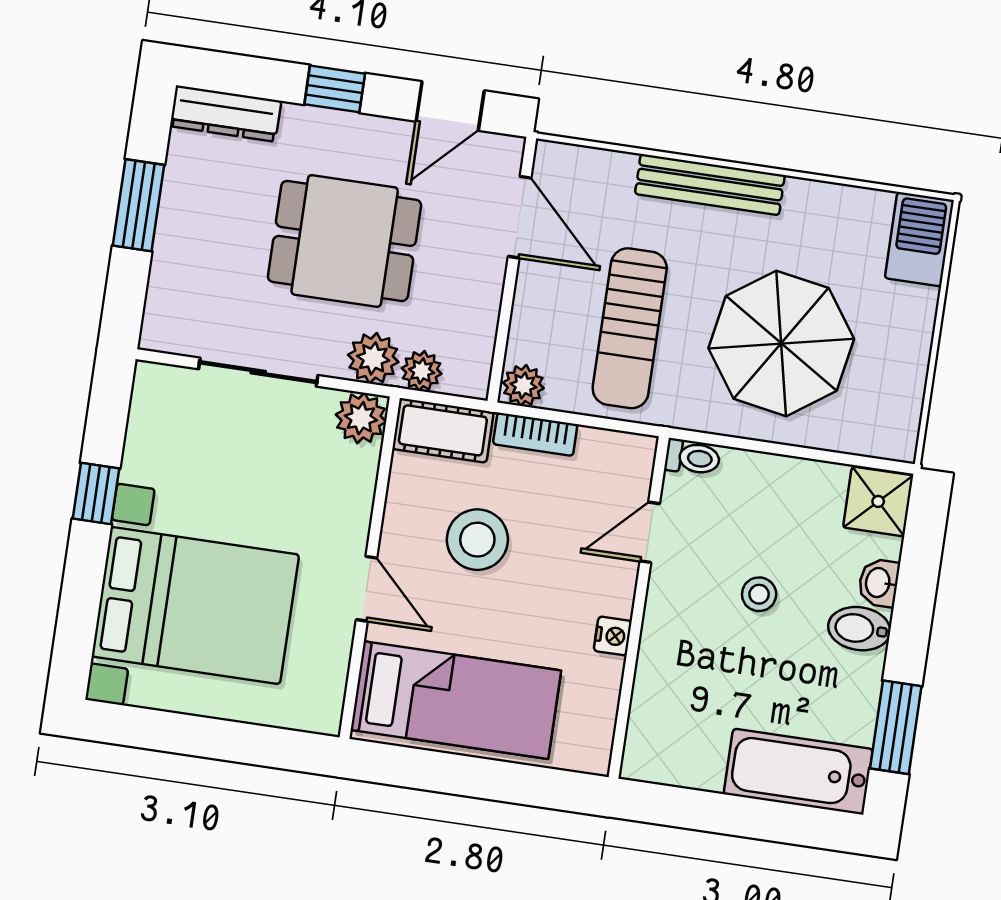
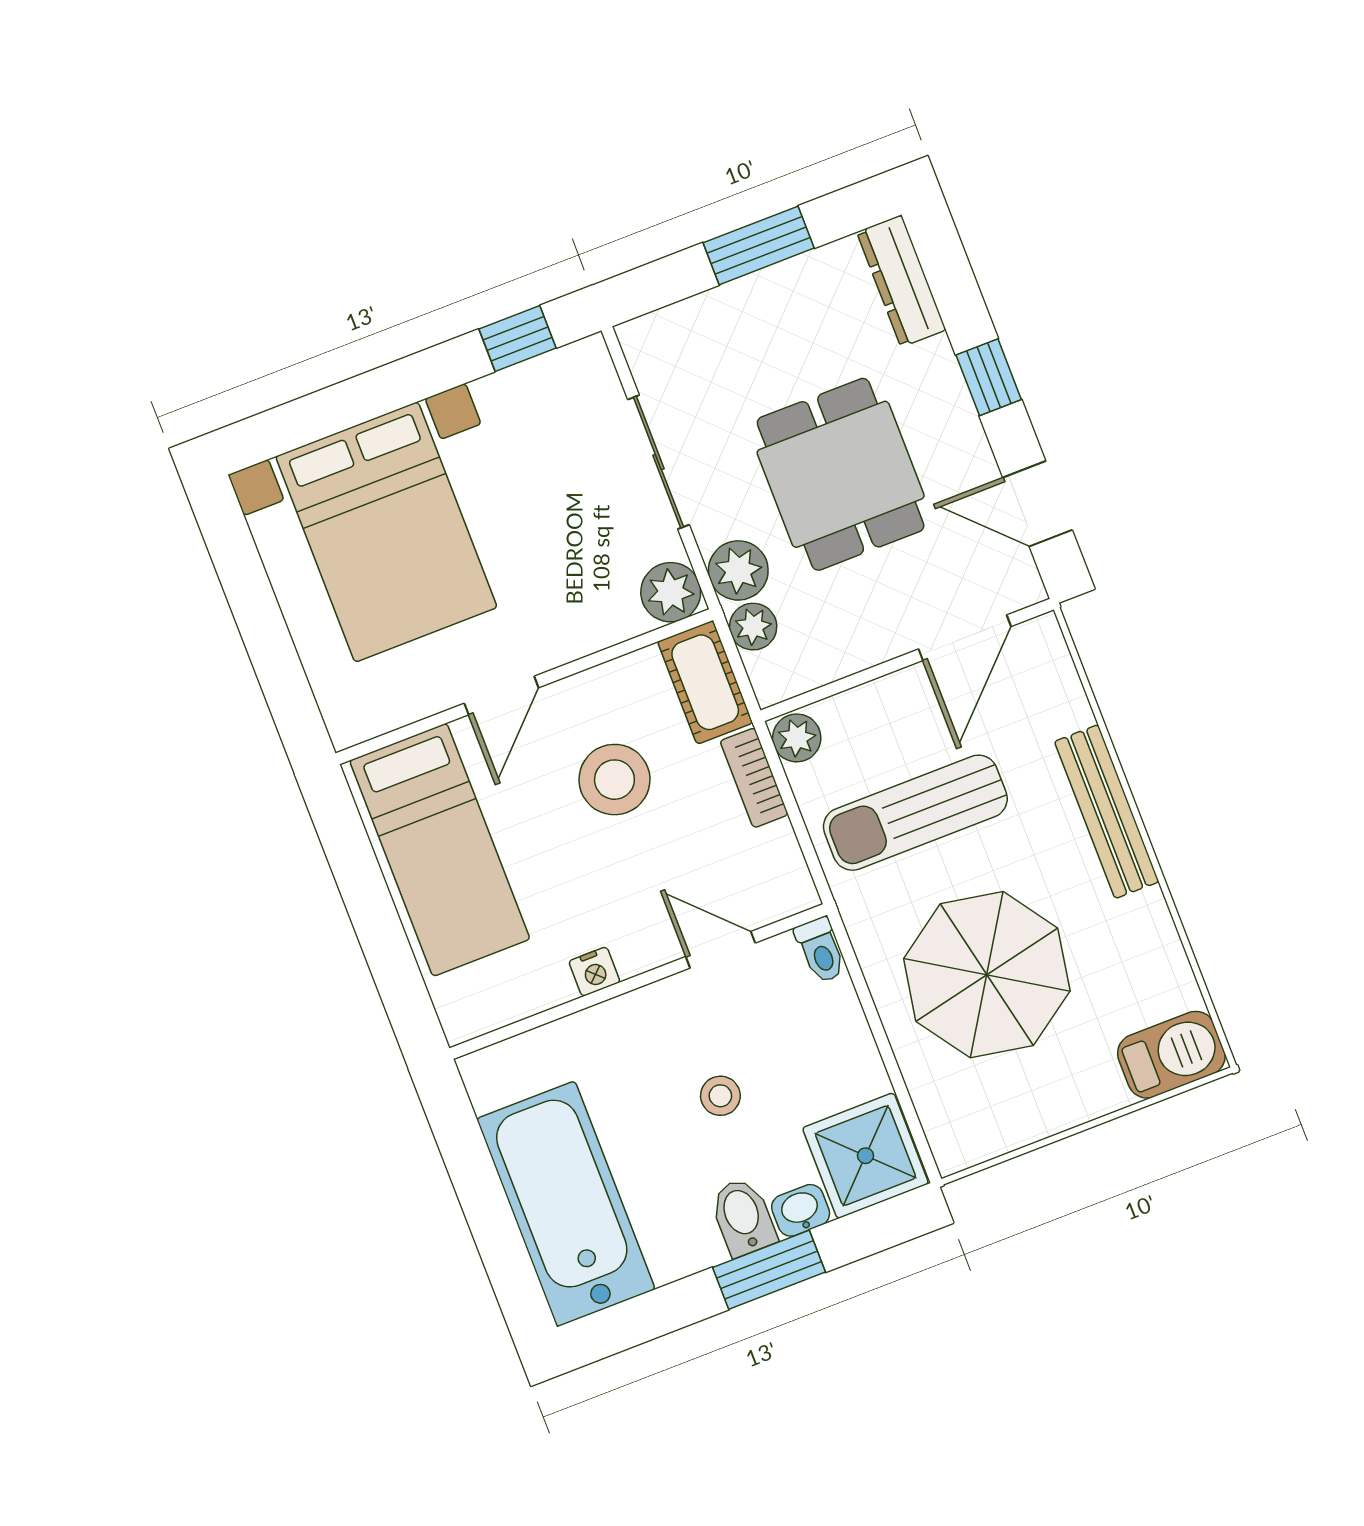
window: (96, 493) -> (517, 339), moved
shower: (878, 501) -> (866, 1156), width x1.36, depth x1.36
window: (896, 727) -> (769, 1270), moved
bathtub: (798, 772) -> (566, 1204), width x1.36, depth x1.36

